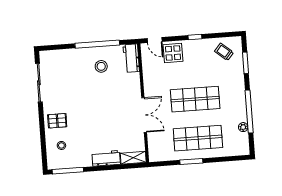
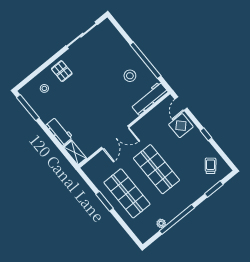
workbench: (131, 58) -> (149, 98), width x1.38

